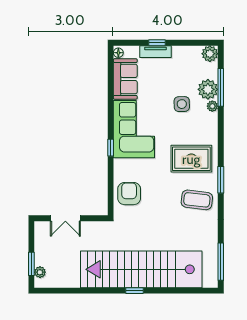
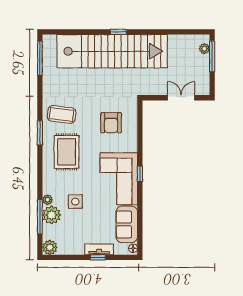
window: (111, 148) -> (140, 174), moved
rug: (191, 159) -> (67, 152), turned 90
armchair: (129, 194) -> (111, 123), moved
window: (31, 264) -> (212, 56), width x1.44

